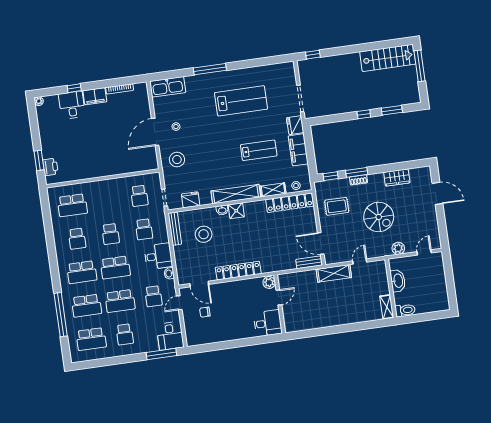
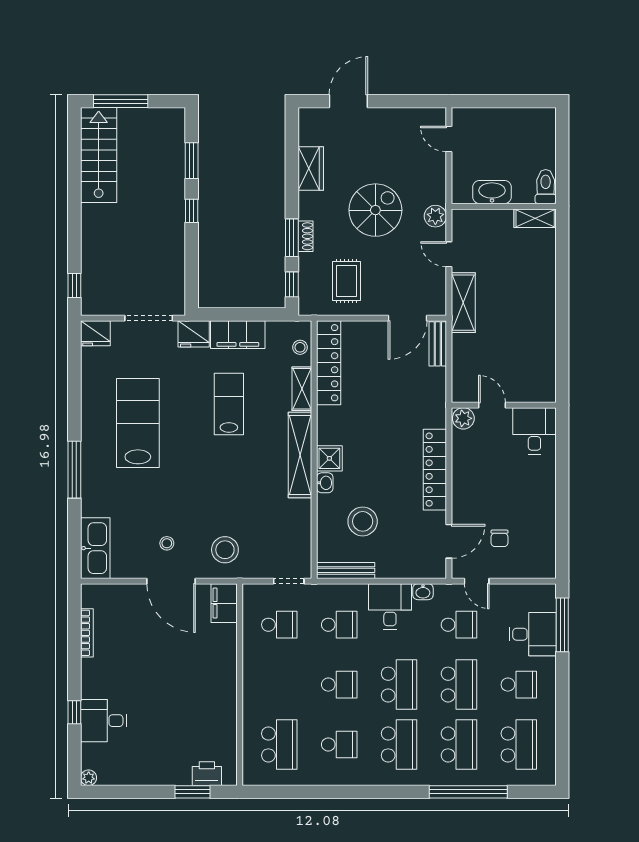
filing cabinet: (95, 96) -> (224, 603), moved, turned 180
fridge: (191, 200) -> (95, 333), moved, turned -90
plant: (398, 248) -> (435, 216), moved
desk: (170, 336) -> (533, 634), moved

